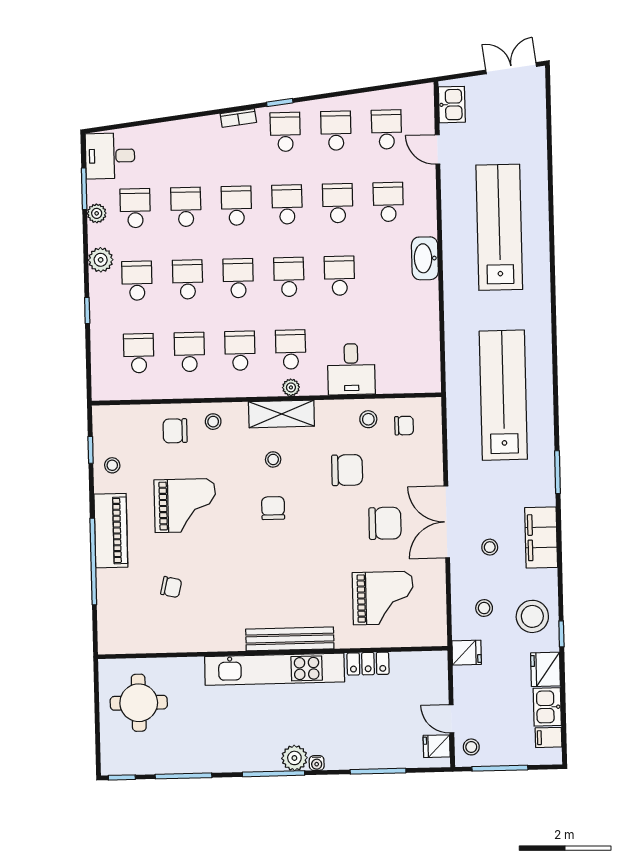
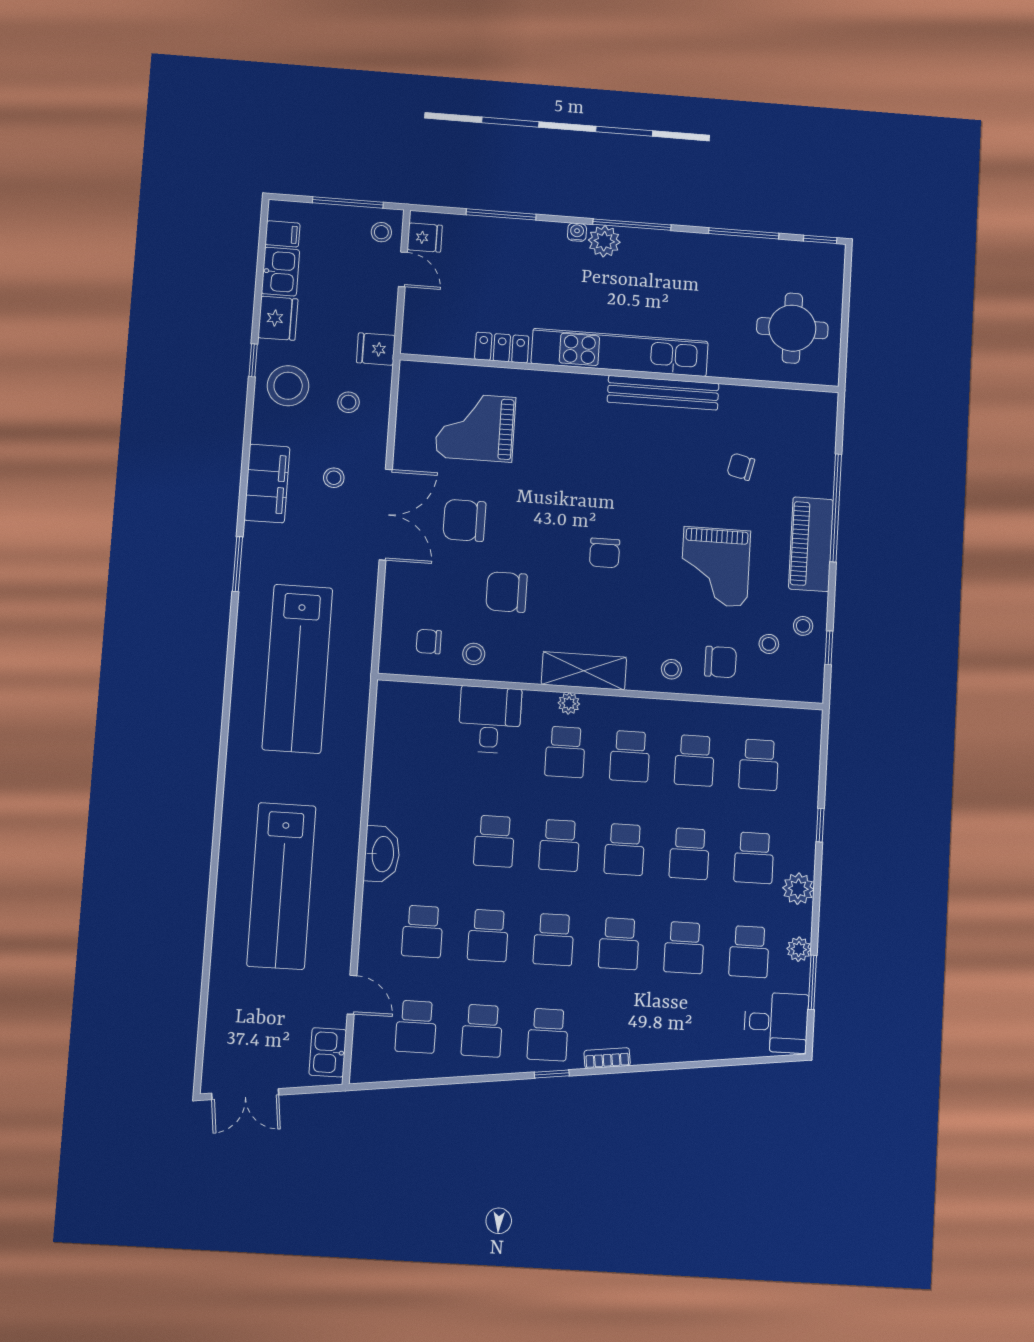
stool: (273, 459) -> (769, 644), moved
grand piano: (185, 505) -> (715, 567), turned -90
bench: (290, 639) -> (663, 393), moved

